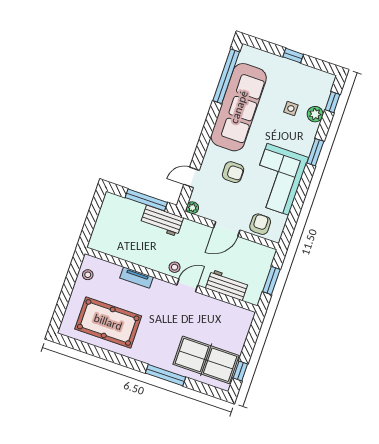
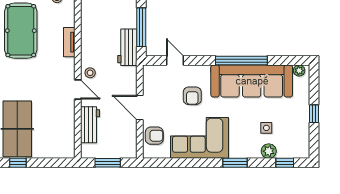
window: (226, 76) -> (241, 61), moved
plant: (192, 208) -> (299, 71), moved

